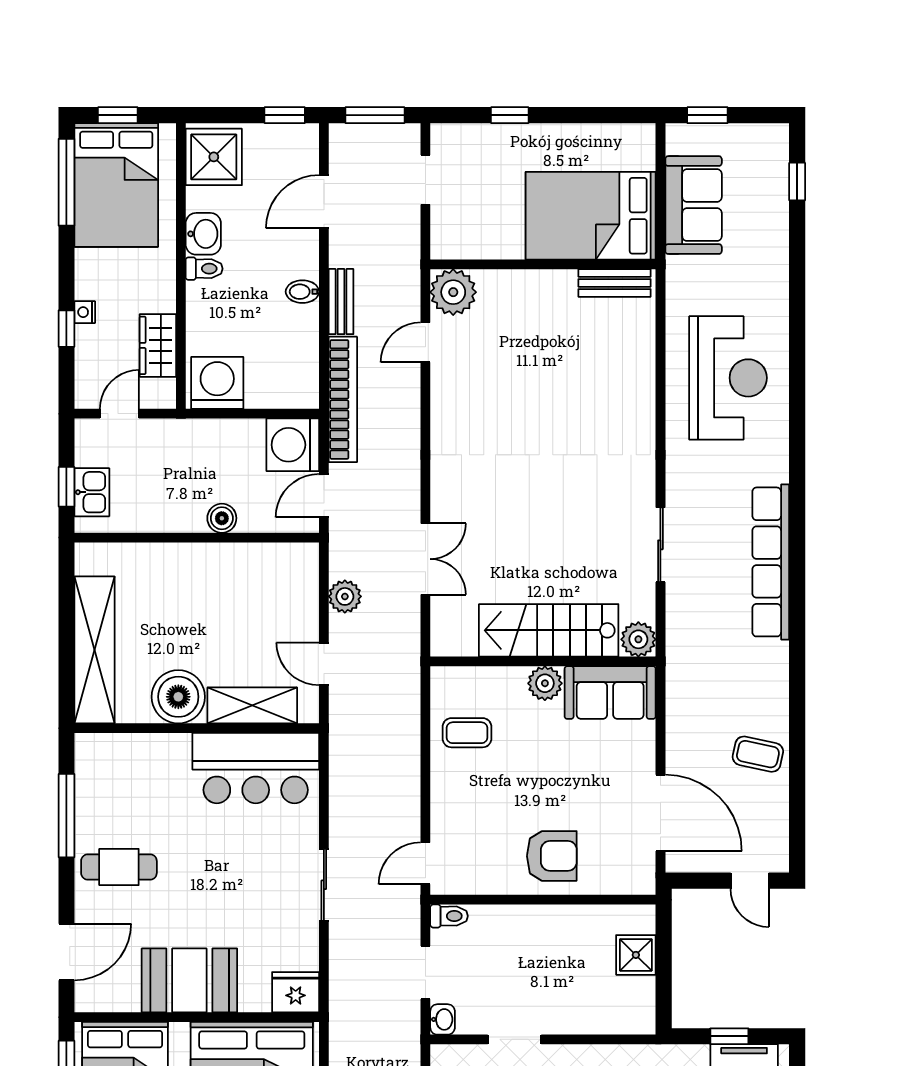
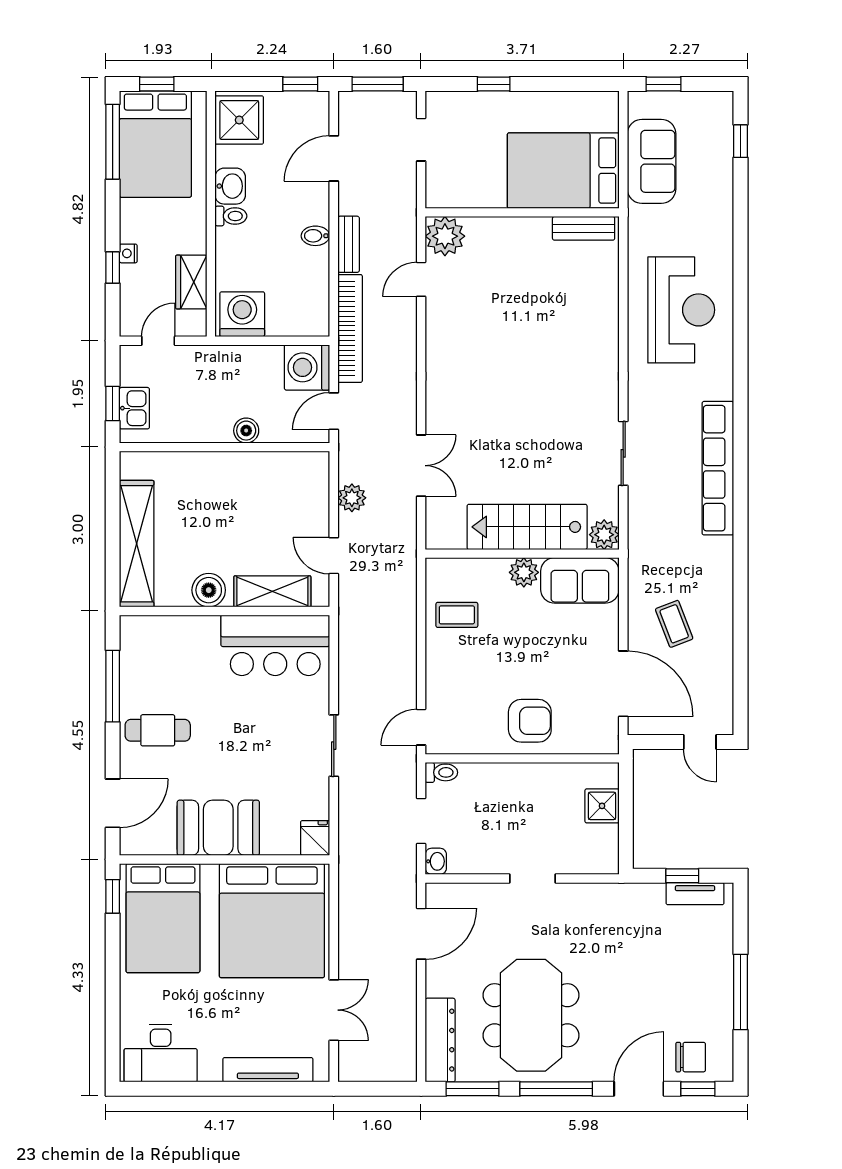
boiler: (178, 697) -> (209, 590), width x0.73, depth x0.73
coffee table: (758, 754) -> (674, 624), moved, turned 57
fridge: (296, 992) -> (315, 838), width x0.72
doorway: (515, 1039) -> (532, 879), moved

